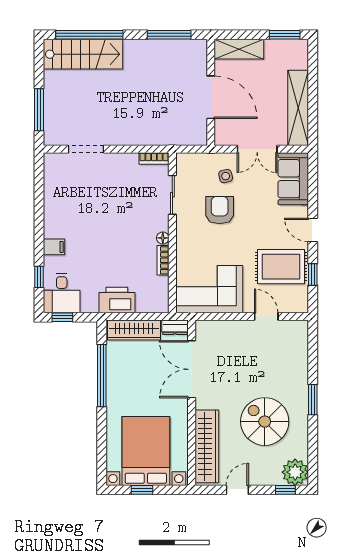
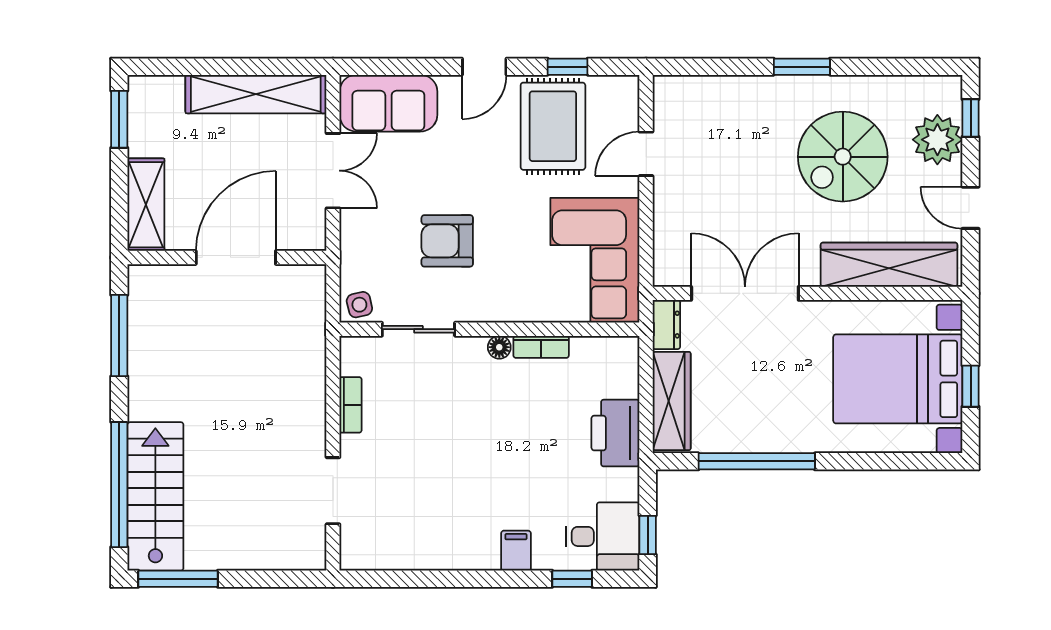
window: (39, 110) -> (178, 579), moved
bookcase: (154, 158) -> (351, 405), moved
side table: (226, 176) -> (359, 305), moved
double door: (192, 369) -> (745, 293), swing flipped
plant: (295, 472) -> (937, 140), moved

